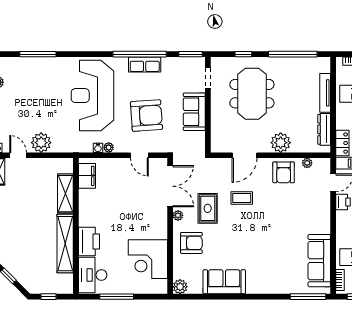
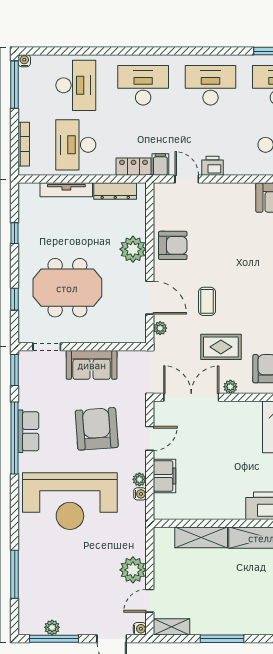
window: (293, 54) -> (15, 233), width x0.32
plant: (307, 163) -> (160, 328), moved
filing cabinet: (87, 176) -> (165, 476), moved, turned 90

